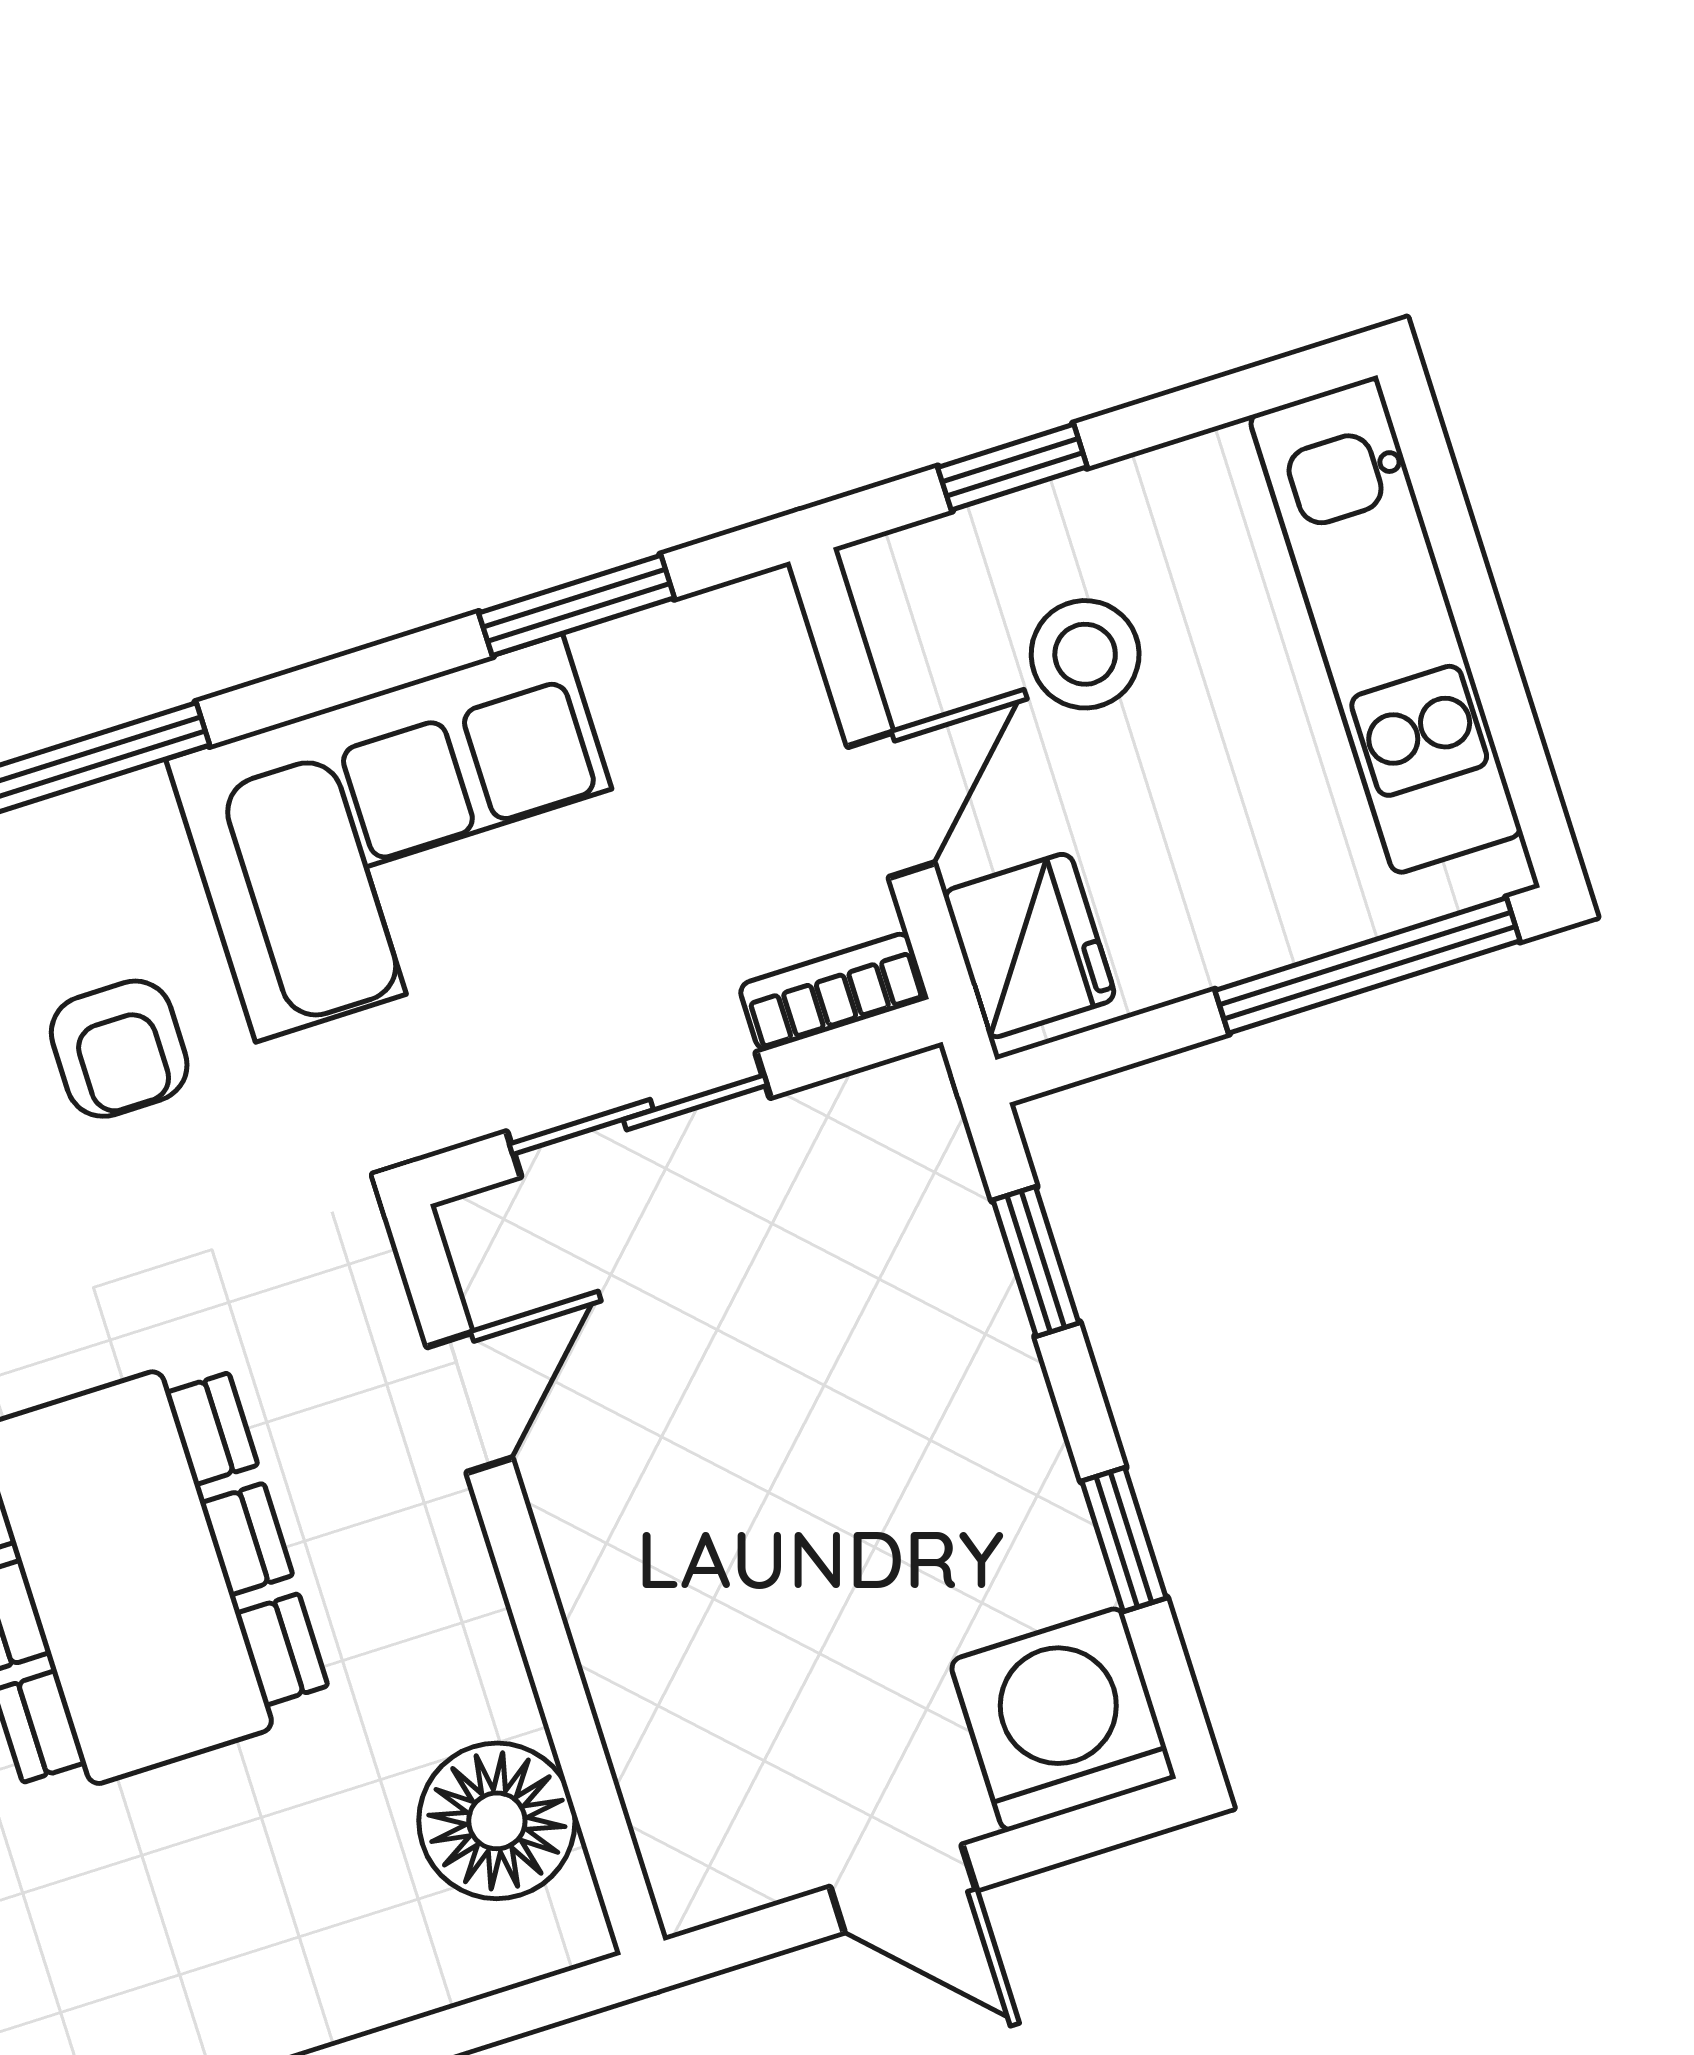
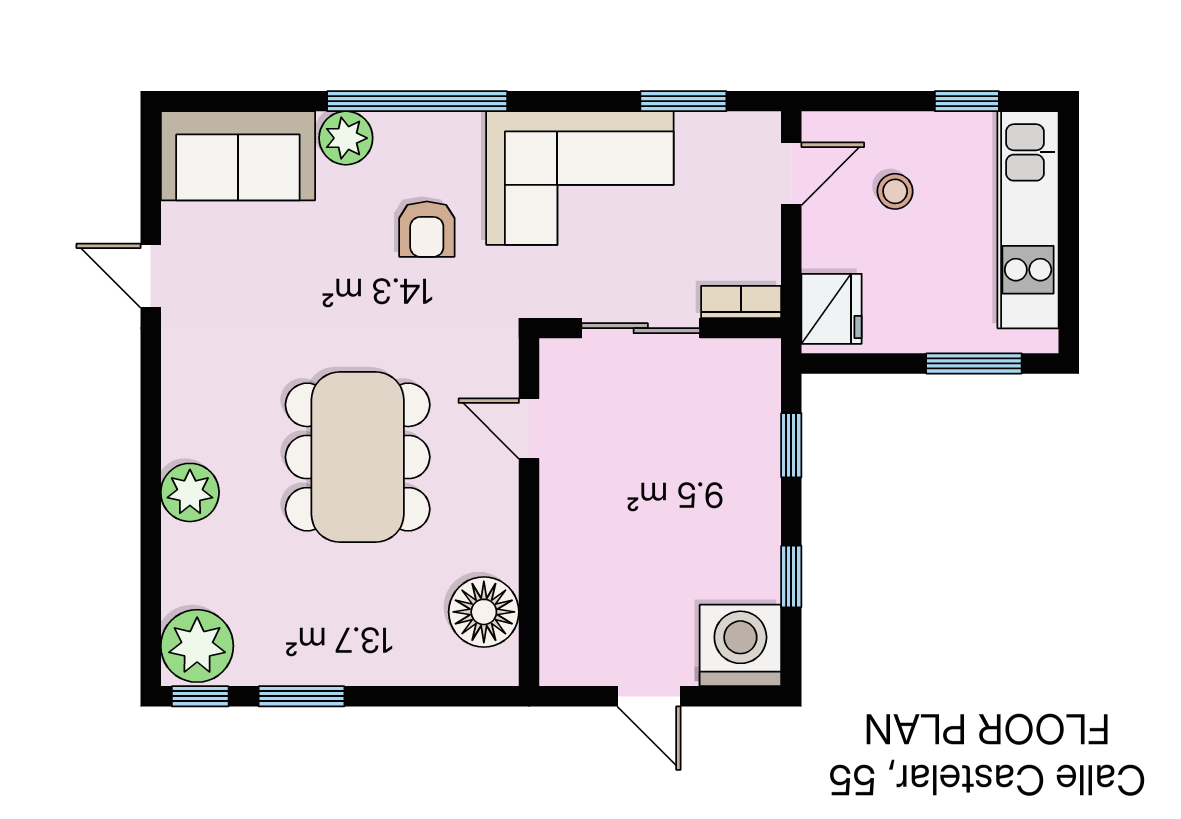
window: (1012, 467) -> (967, 101), moved
stool: (1085, 654) -> (895, 191), width x0.73, depth x0.73
door: (891, 805) -> (791, 174), moved
window: (1368, 966) -> (974, 363), width x0.69
door: (469, 1402) -> (529, 429), swing flipped

